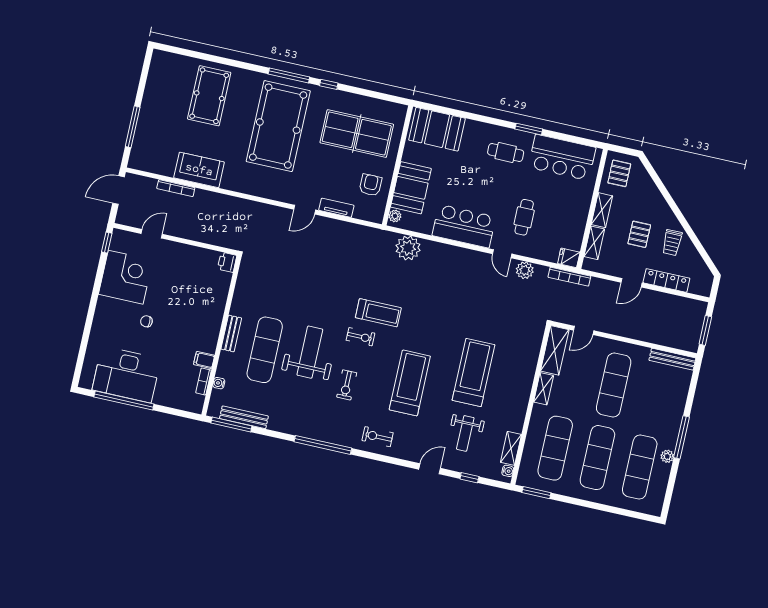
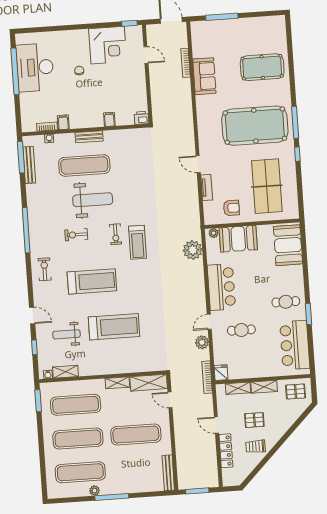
cafe table: (506, 152) -> (286, 302), turned 90
filing cabinet: (217, 302) -> (109, 119), added

